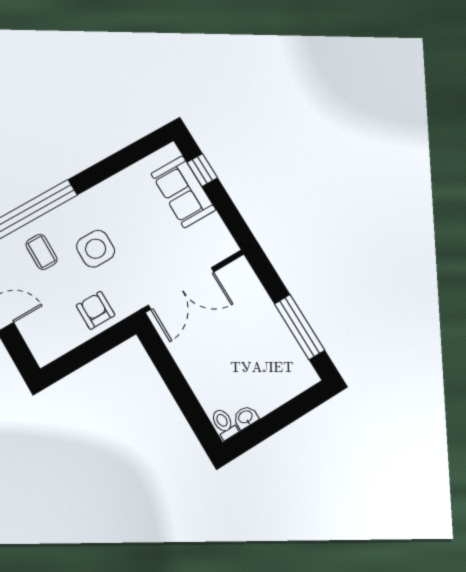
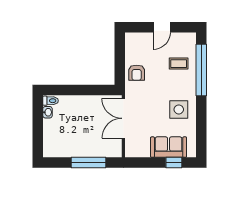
side table: (96, 249) -> (179, 109), moved
armchair: (96, 310) -> (137, 73), turned 90
window: (299, 327) -> (88, 163), moved

